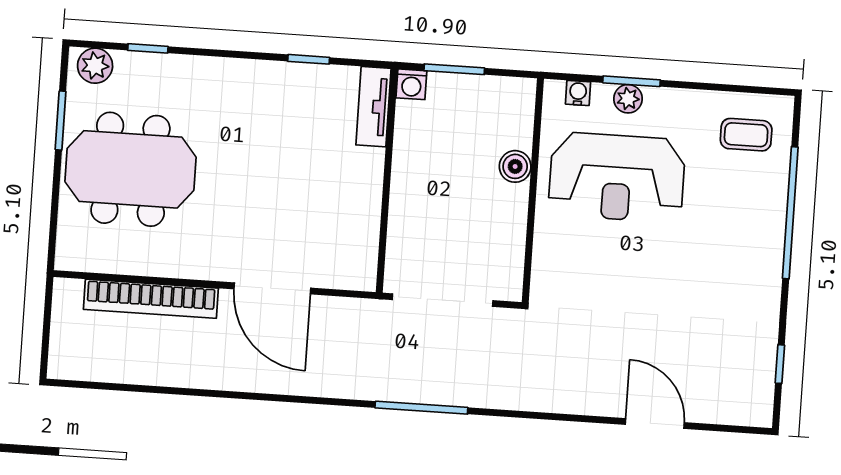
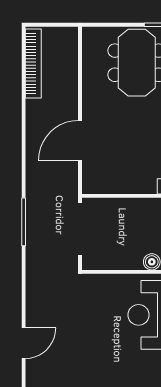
bookcase: (151, 299) -> (33, 63), moved, turned 180

